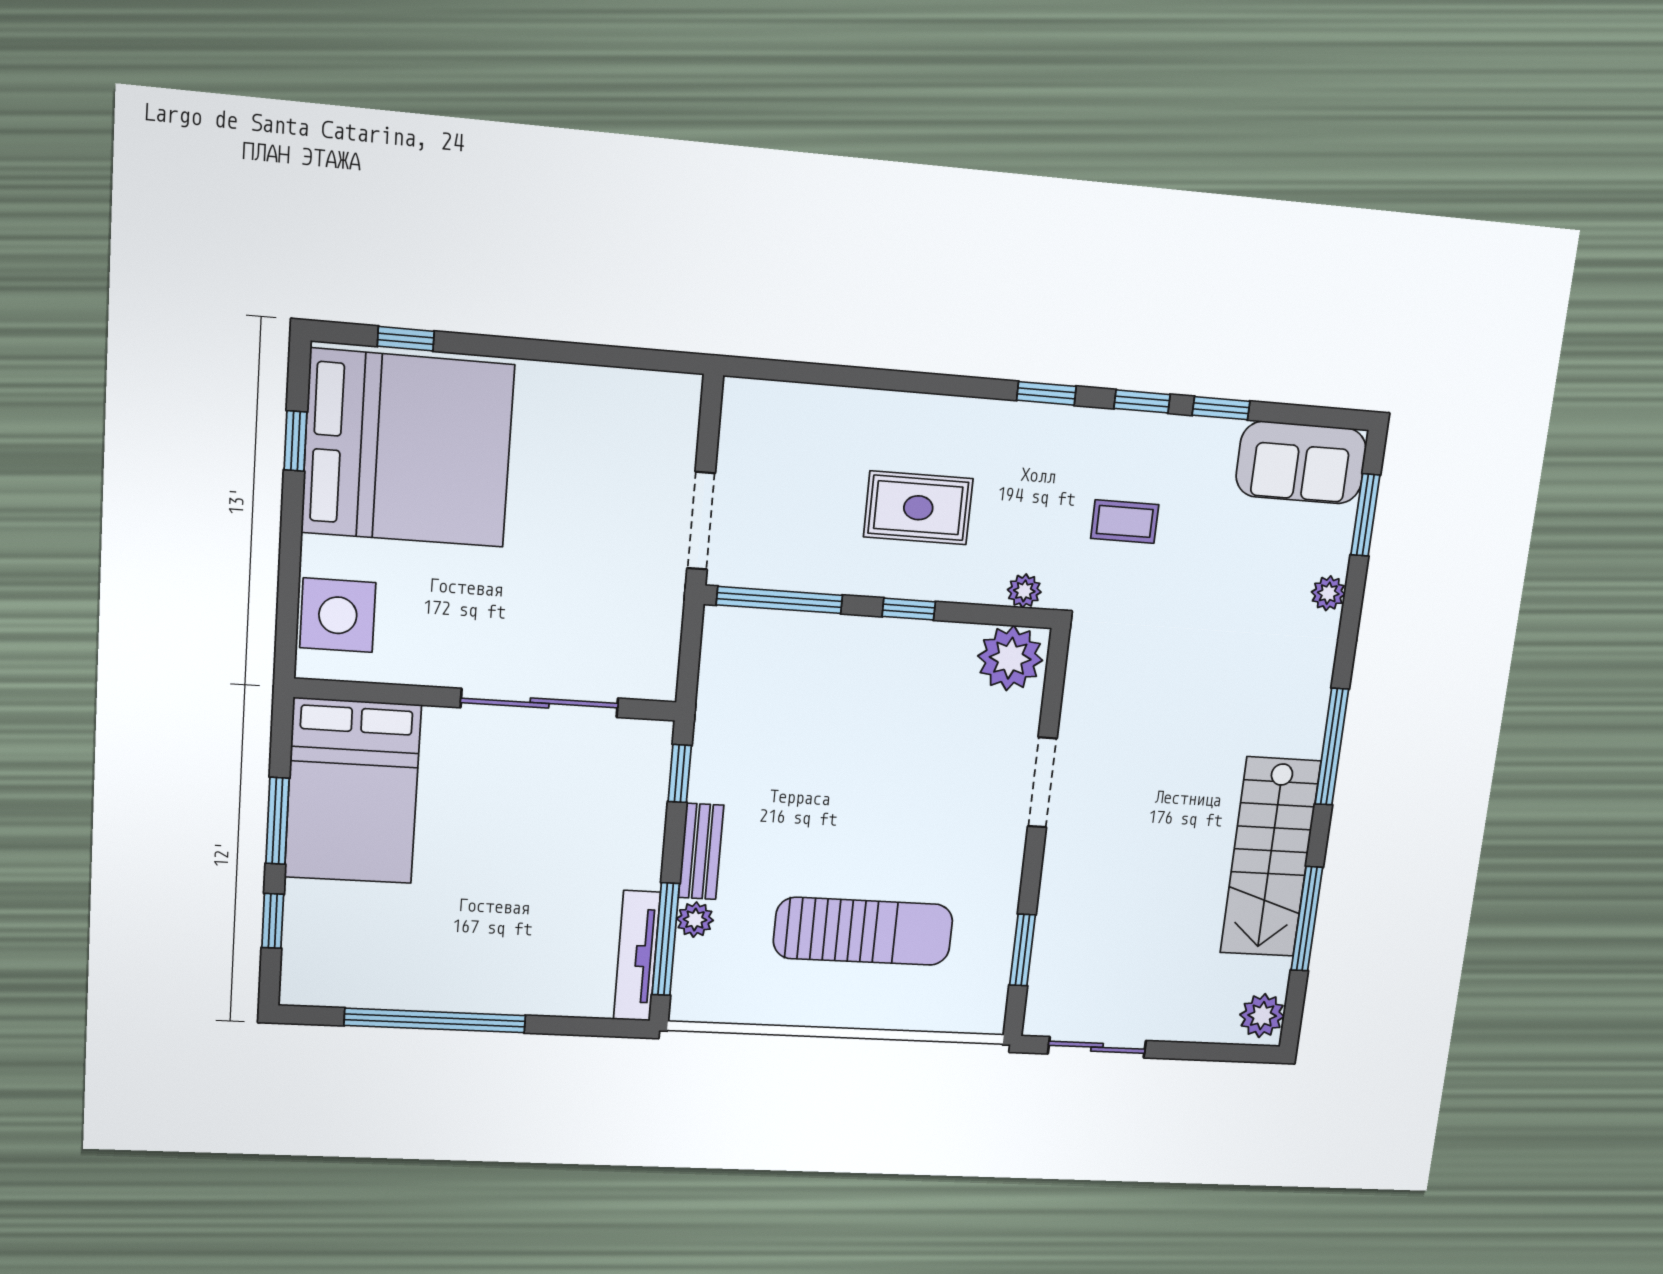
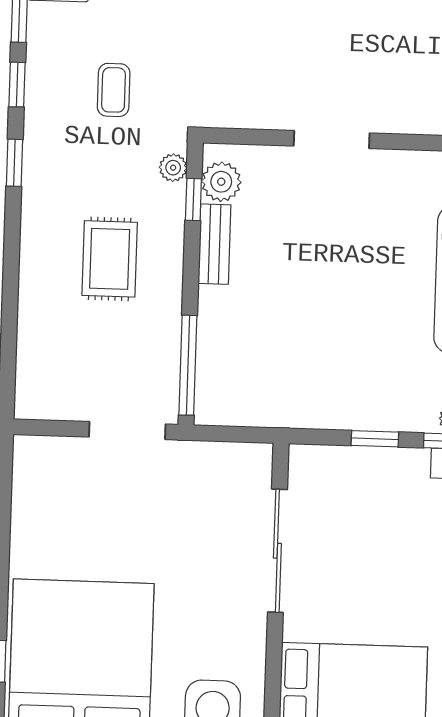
window: (909, 609) -> (193, 199), moved
plant: (1010, 658) -> (221, 182), width x0.73, depth x0.73
window: (680, 773) -> (375, 439), moved
bench: (701, 851) -> (214, 244), moved, turned 90

